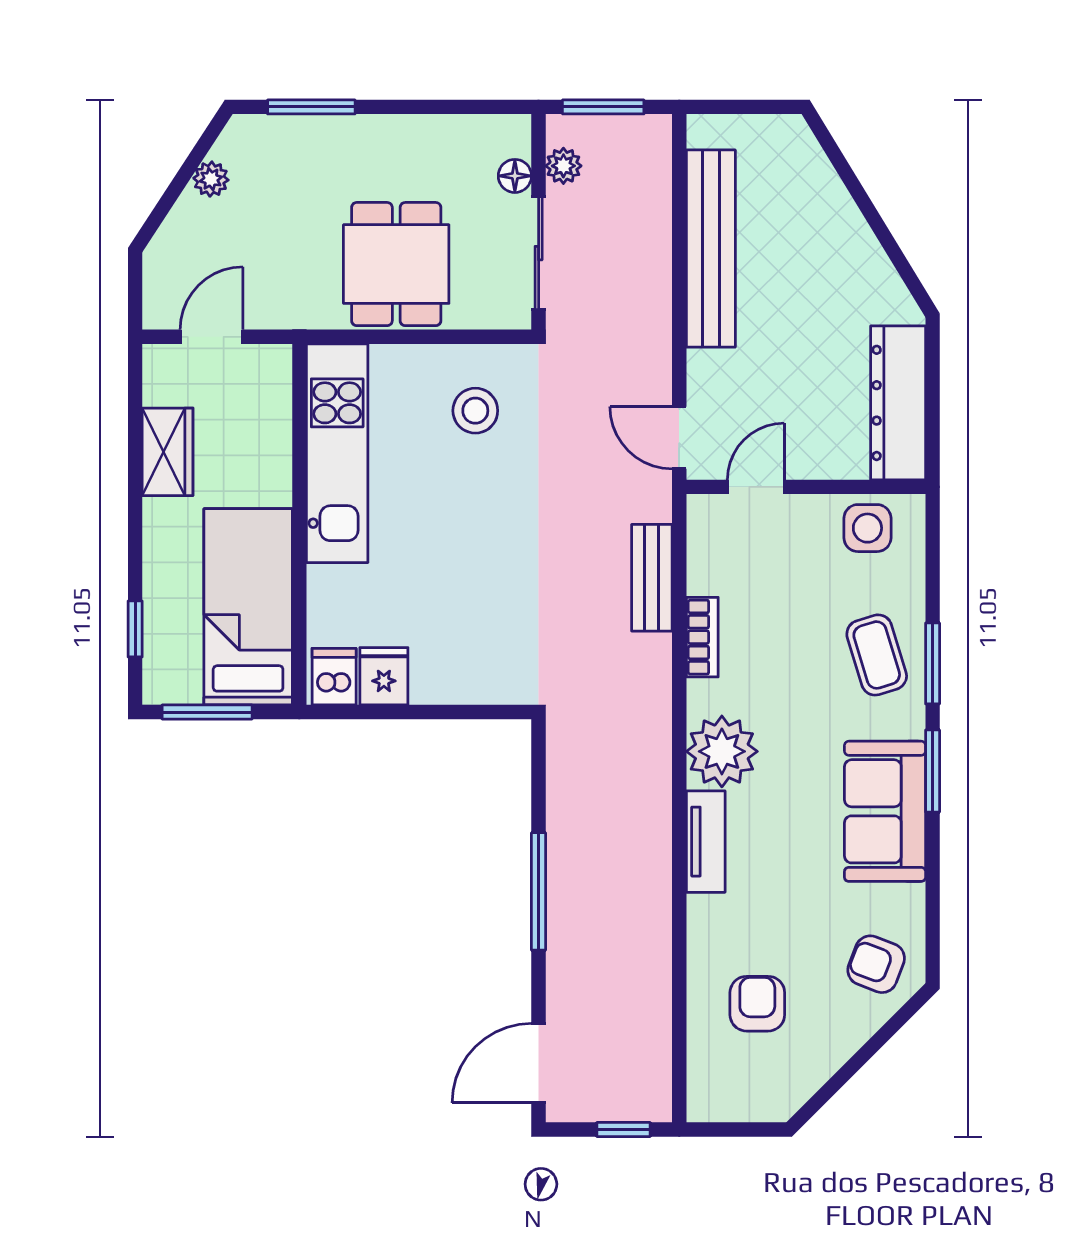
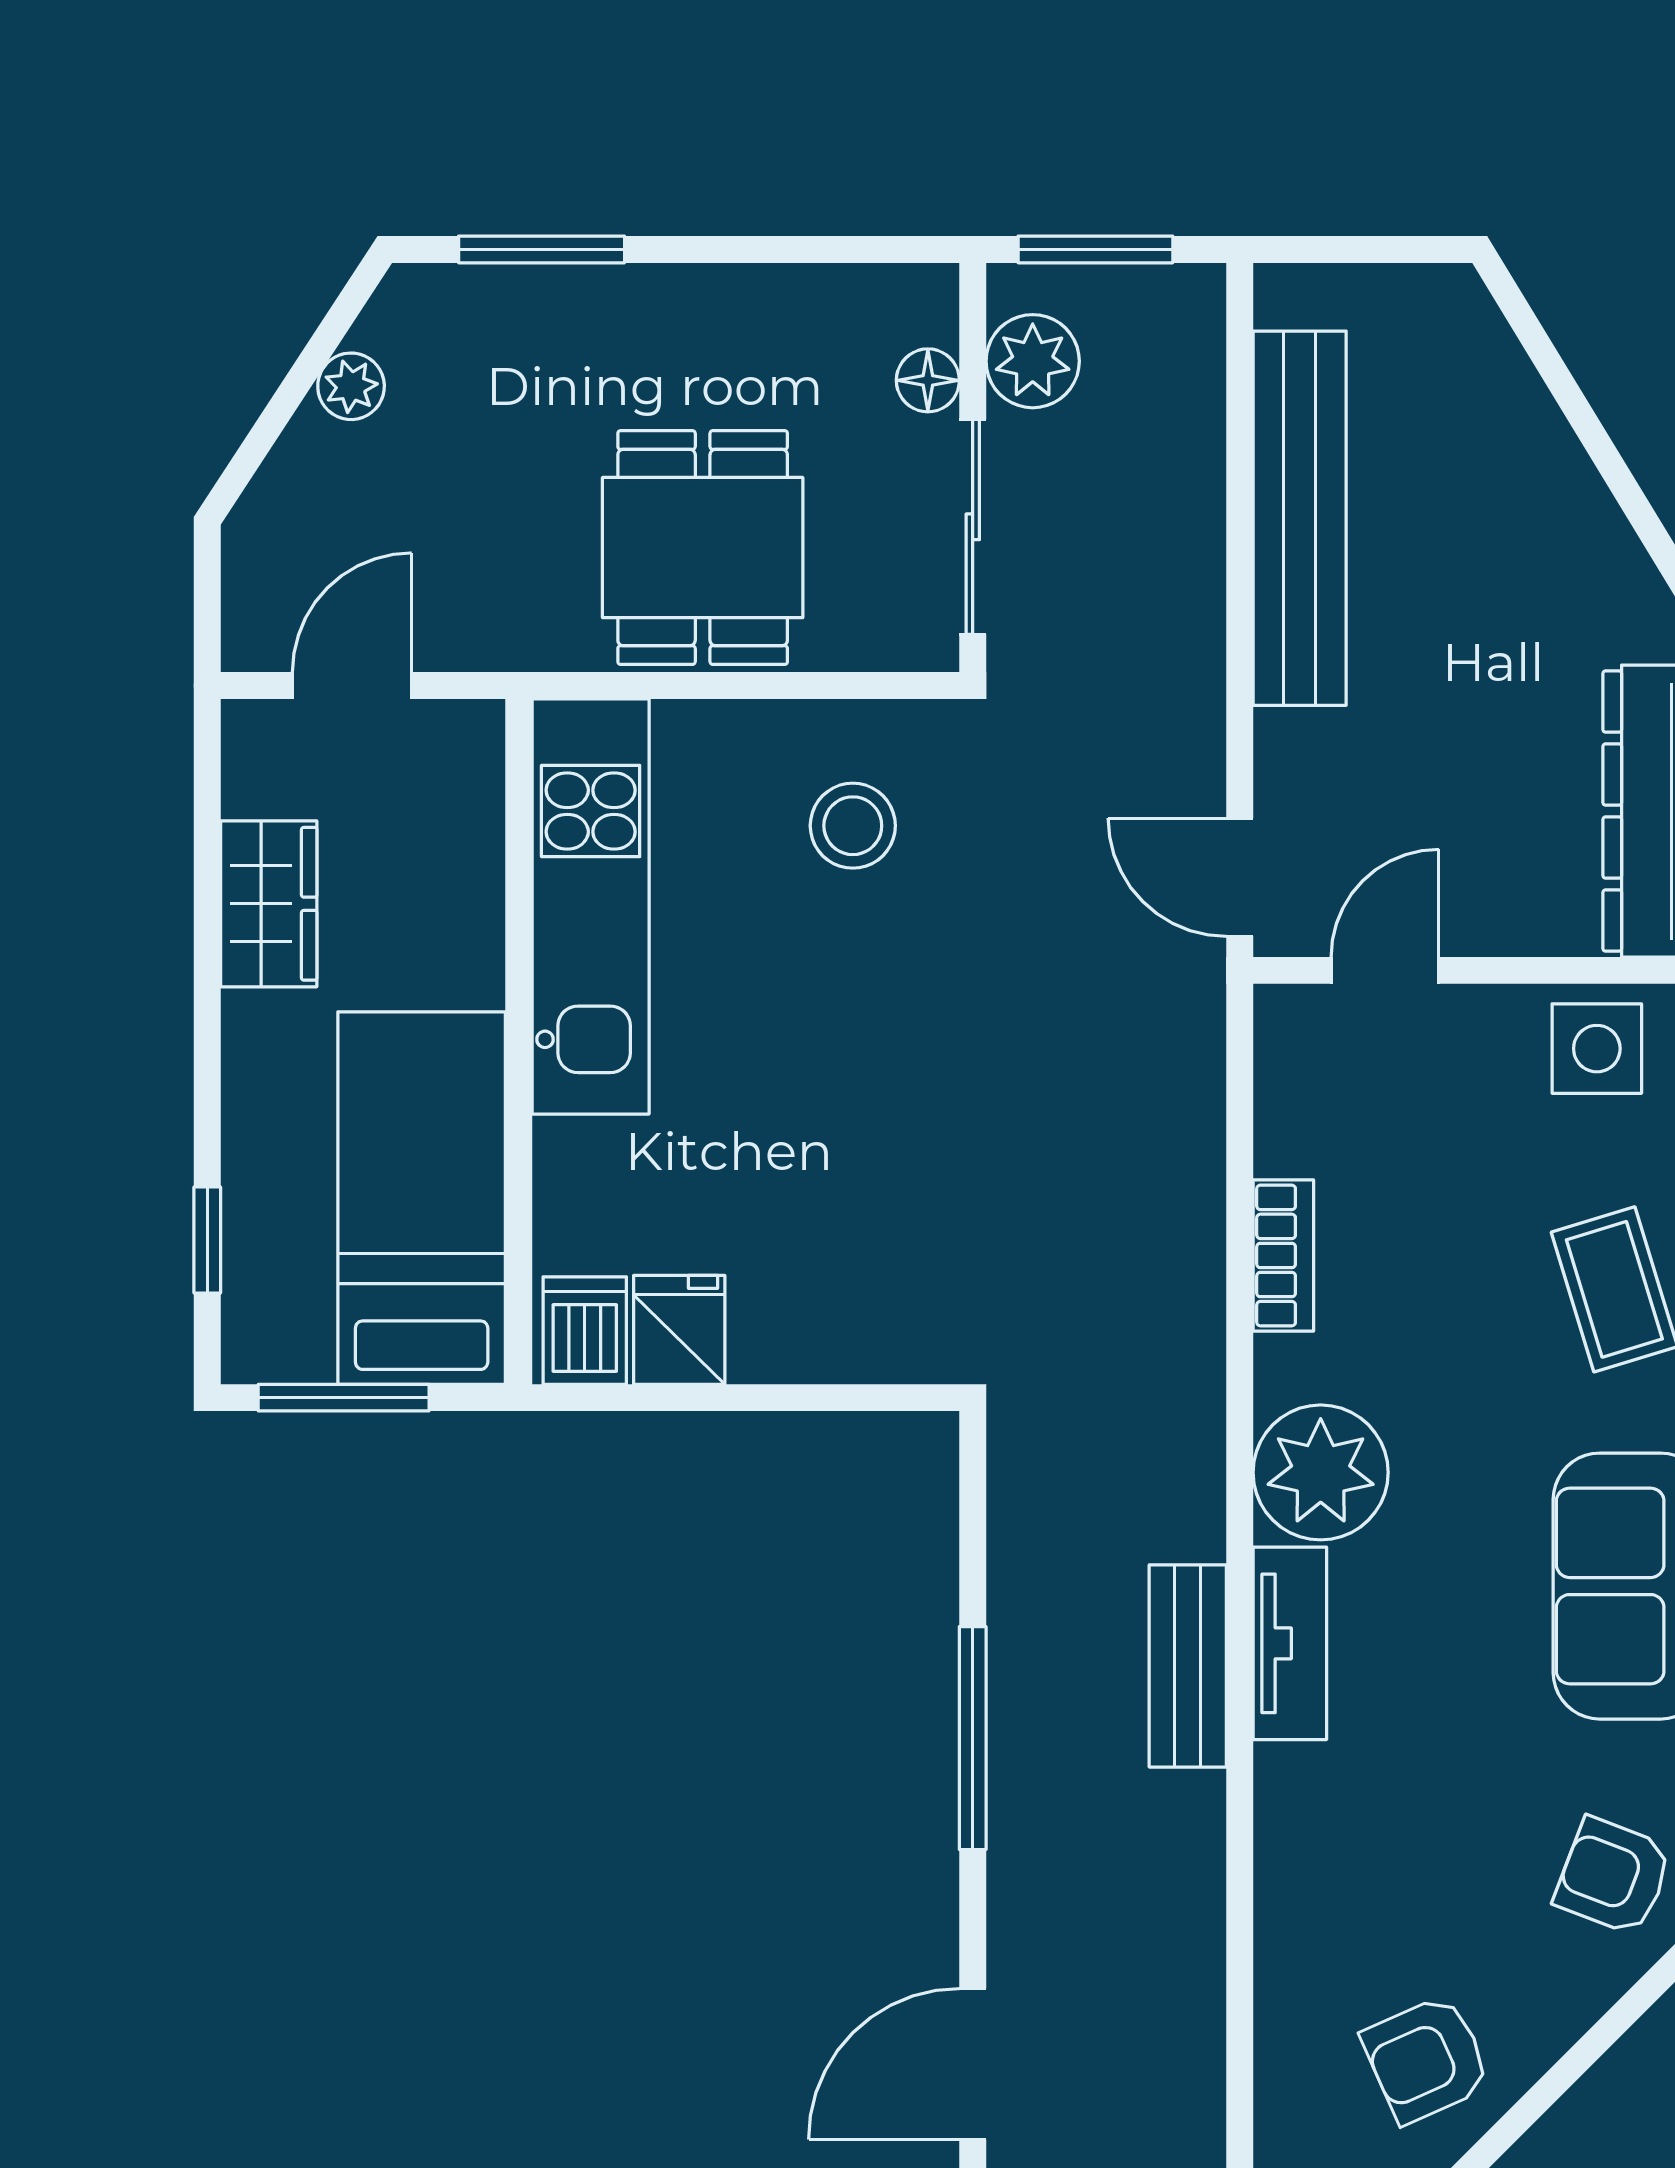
plant: (563, 166) -> (1033, 361), width x1.38, depth x1.38
bench: (652, 578) -> (1188, 1666), moved
armchair: (757, 1004) -> (1426, 2059), moved, turned -114

